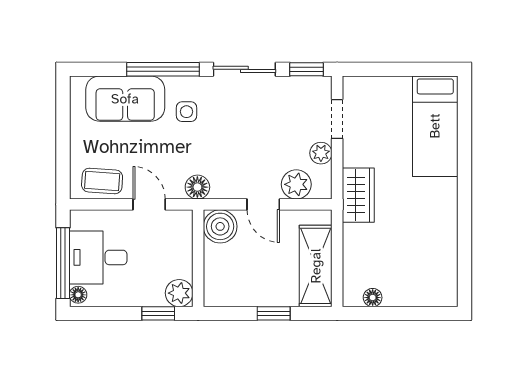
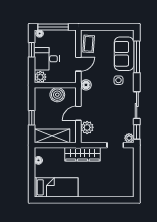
window: (163, 69) -> (137, 57), moved
bed: (435, 126) -> (56, 187), moved, turned 180
plant: (321, 153) -> (129, 138), moved
wardrobe: (358, 195) -> (82, 154), width x1.50
boiler: (220, 226) -> (57, 95), moved
desk: (98, 257) -> (47, 59), moved, turned -90
window: (158, 313) -> (32, 50), moved

